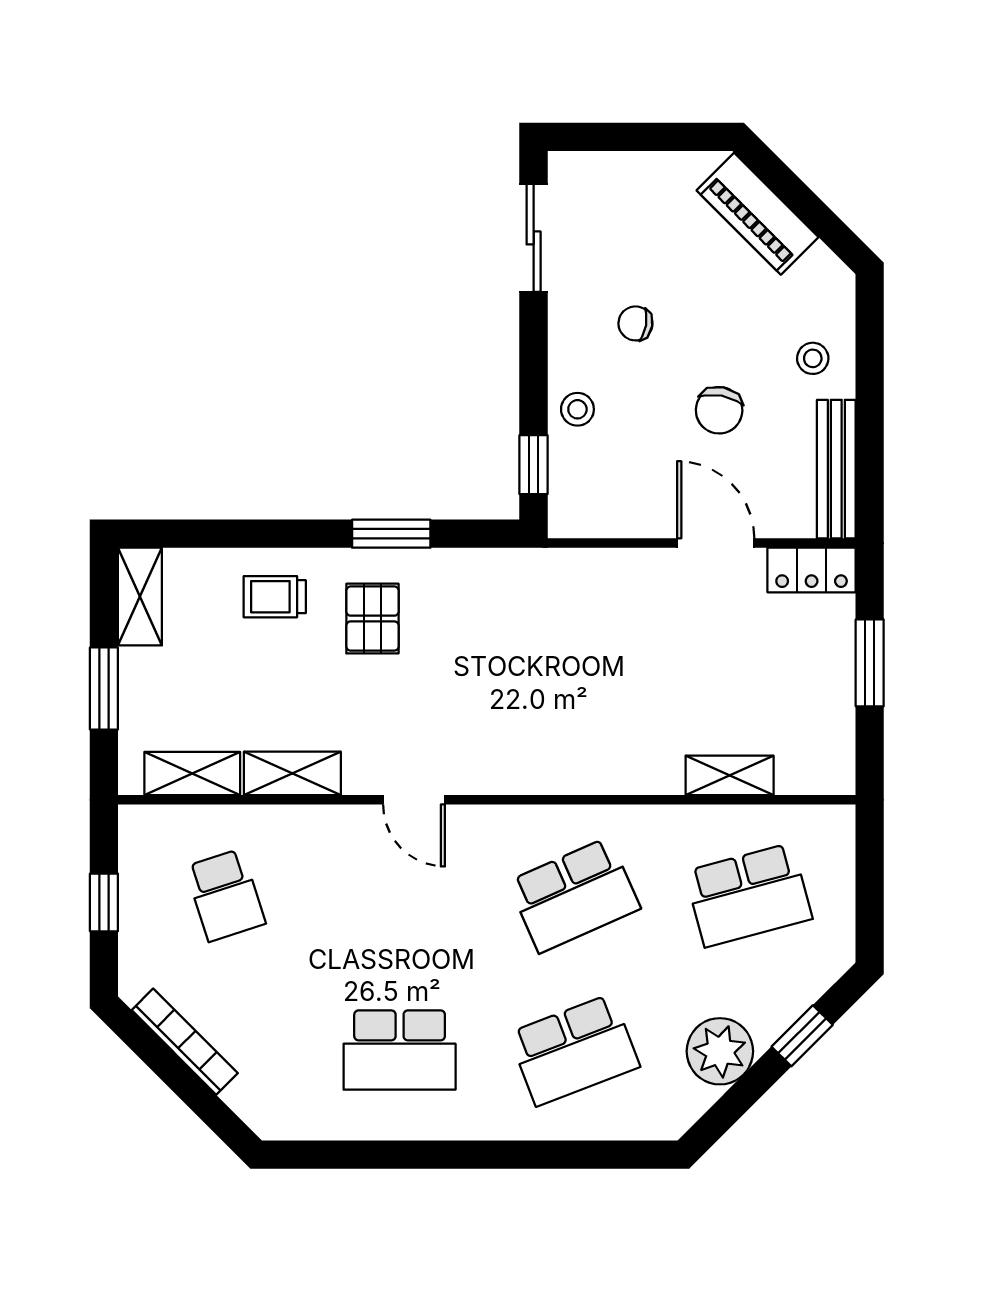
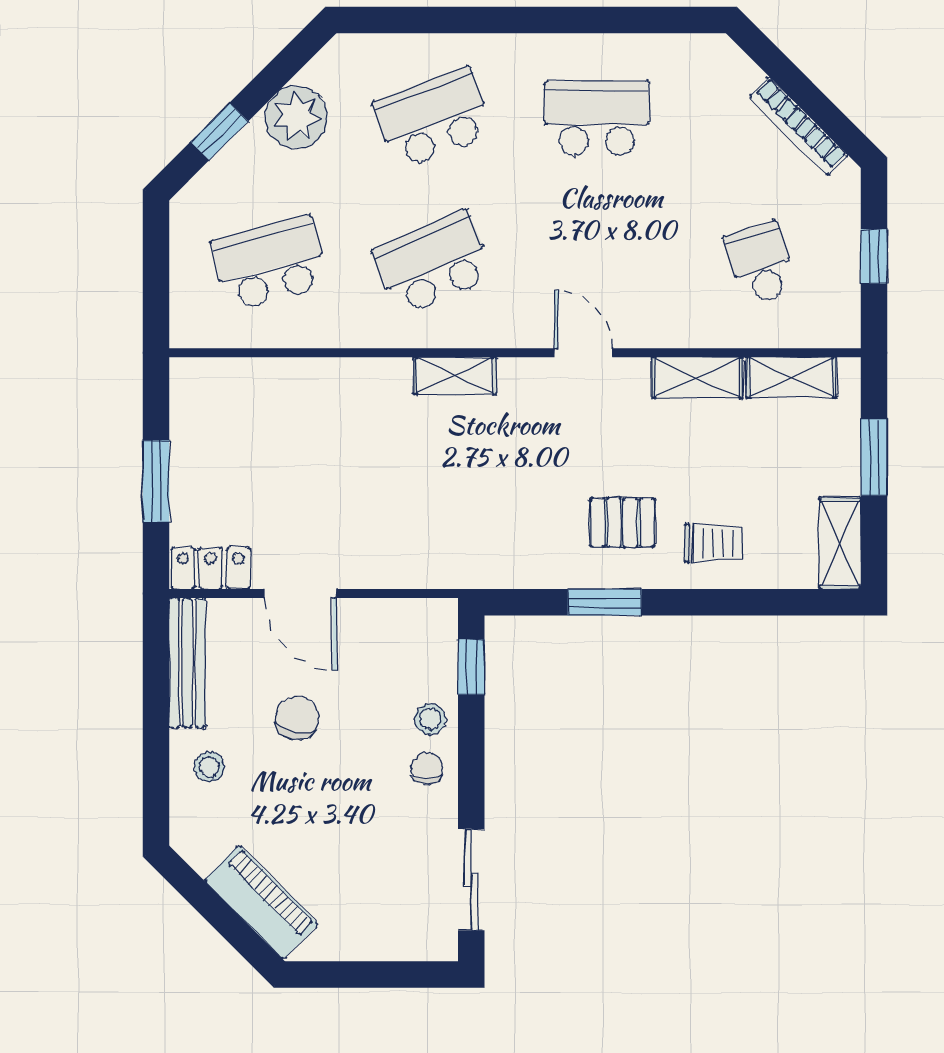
chair: (635, 323) -> (427, 769), moved, turned -100
pallet: (372, 619) -> (622, 523), turned 90
shelving: (730, 775) -> (455, 376), moved

